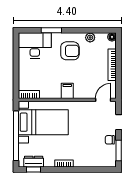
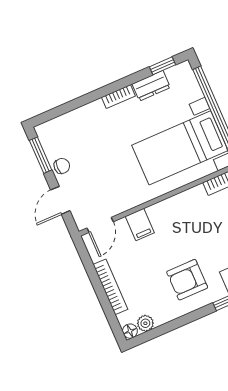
plant: (90, 37) -> (145, 323), moved
filing cabinet: (67, 91) -> (140, 225), moved
dresser: (34, 162) -> (151, 86), moved

